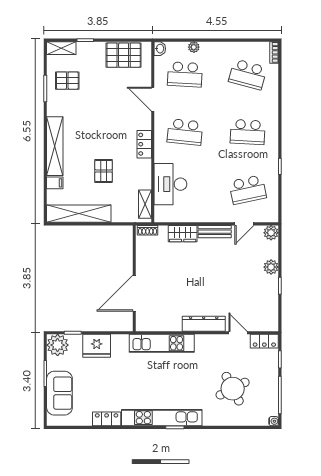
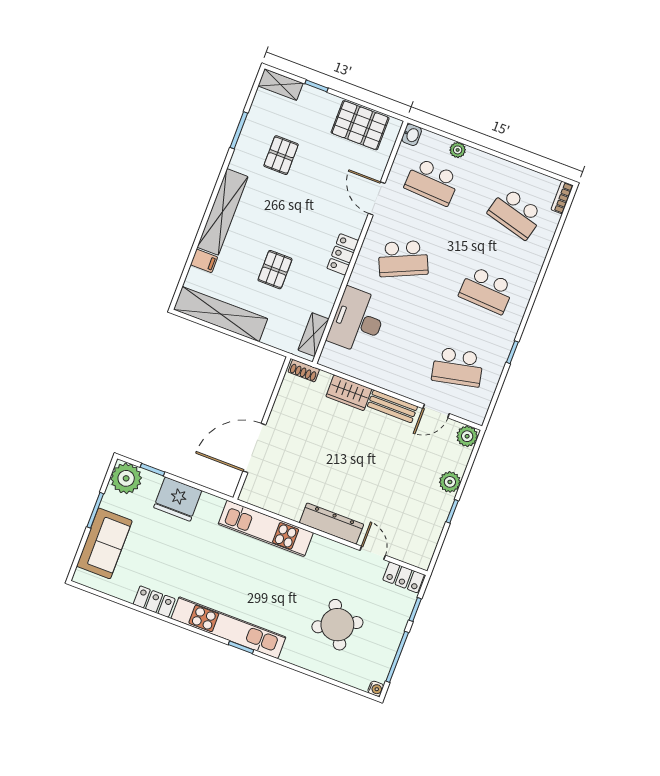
pallet: (67, 81) -> (281, 155), moved, turned 90
school desk: (185, 132) -> (403, 259), turned -30

